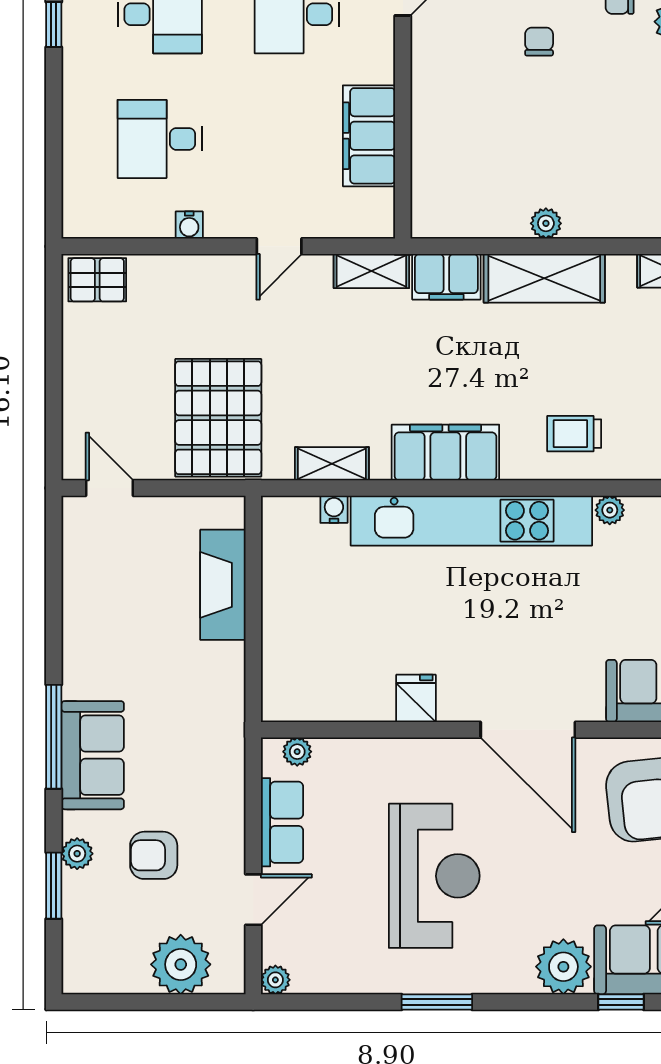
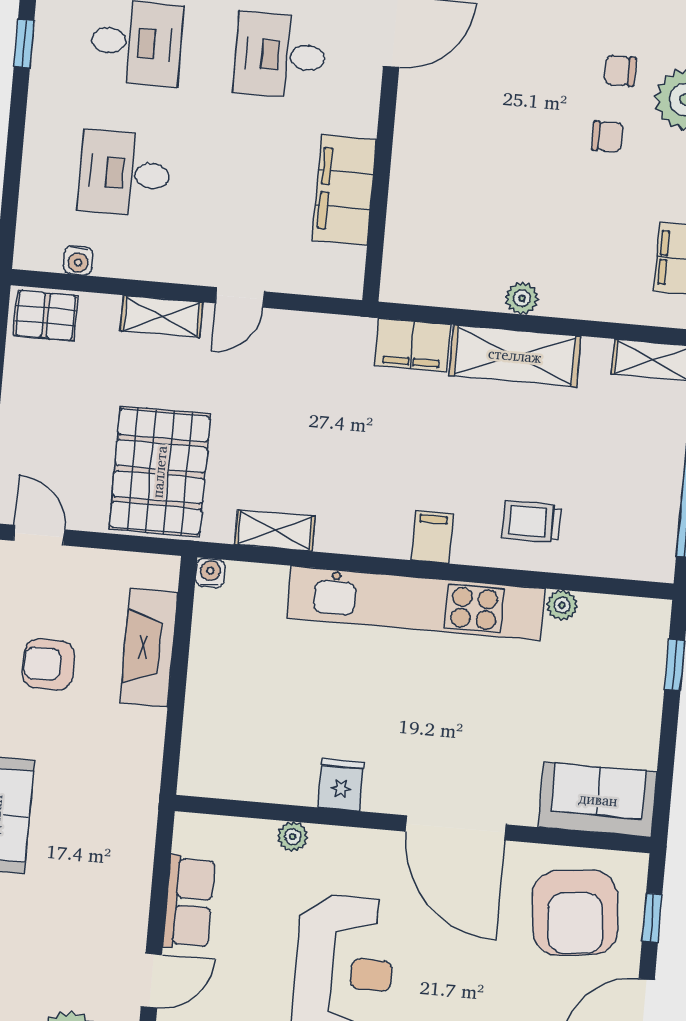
chair: (539, 42) -> (608, 137), moved, turned 90
water cooler: (189, 225) -> (78, 260), moved
shelving: (371, 271) -> (162, 317), moved
filing cabinet: (445, 452) -> (432, 537), width x0.33, depth x0.86
water cooler: (334, 509) -> (210, 573), moved
plant: (297, 752) -> (293, 837), moved
armchair: (154, 855) -> (48, 664), moved

